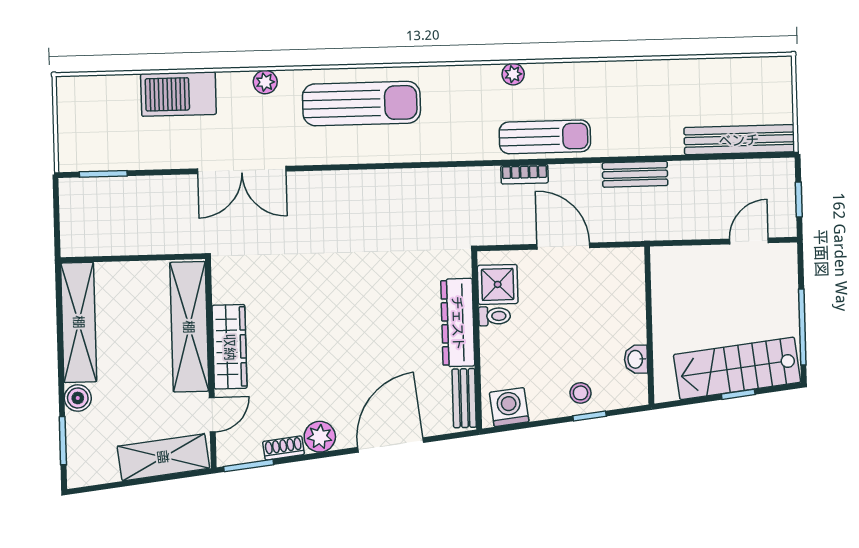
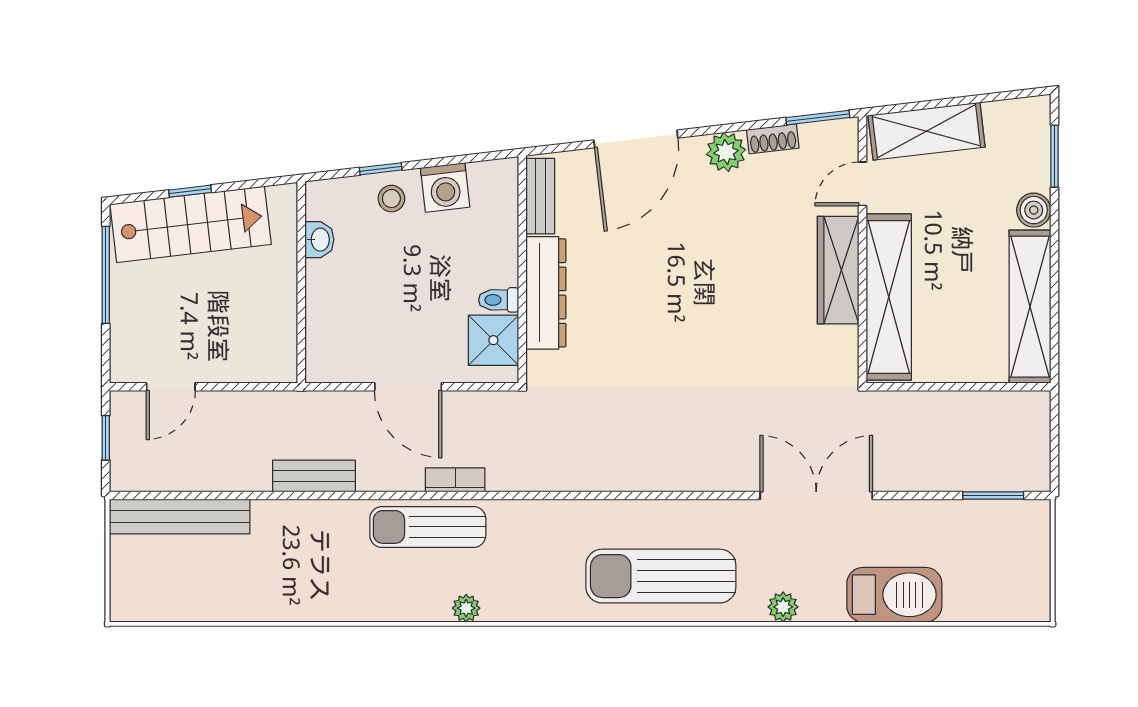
washing machine: (509, 407) -> (445, 187), moved

